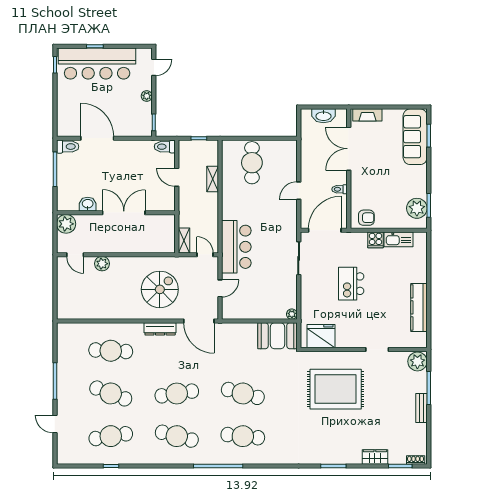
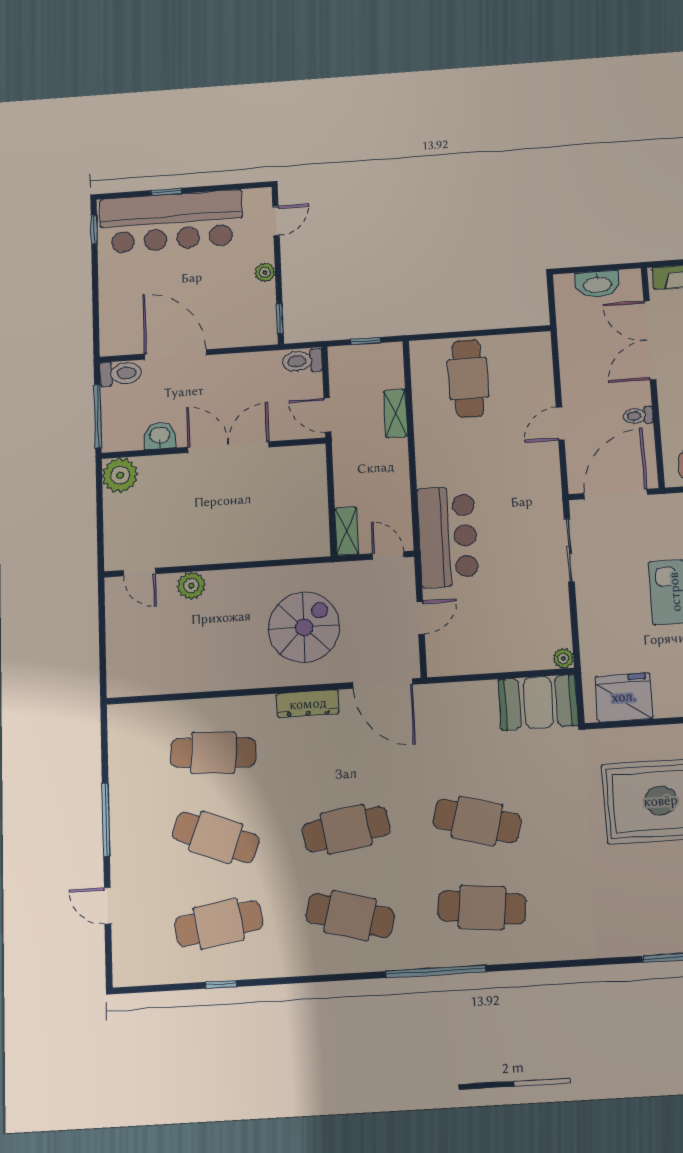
washbasin: (88, 204) -> (160, 436), moved
wall: (116, 213) -> (213, 448), moved
double door: (124, 213) -> (228, 447), moved
plant: (66, 224) -> (120, 475), moved

